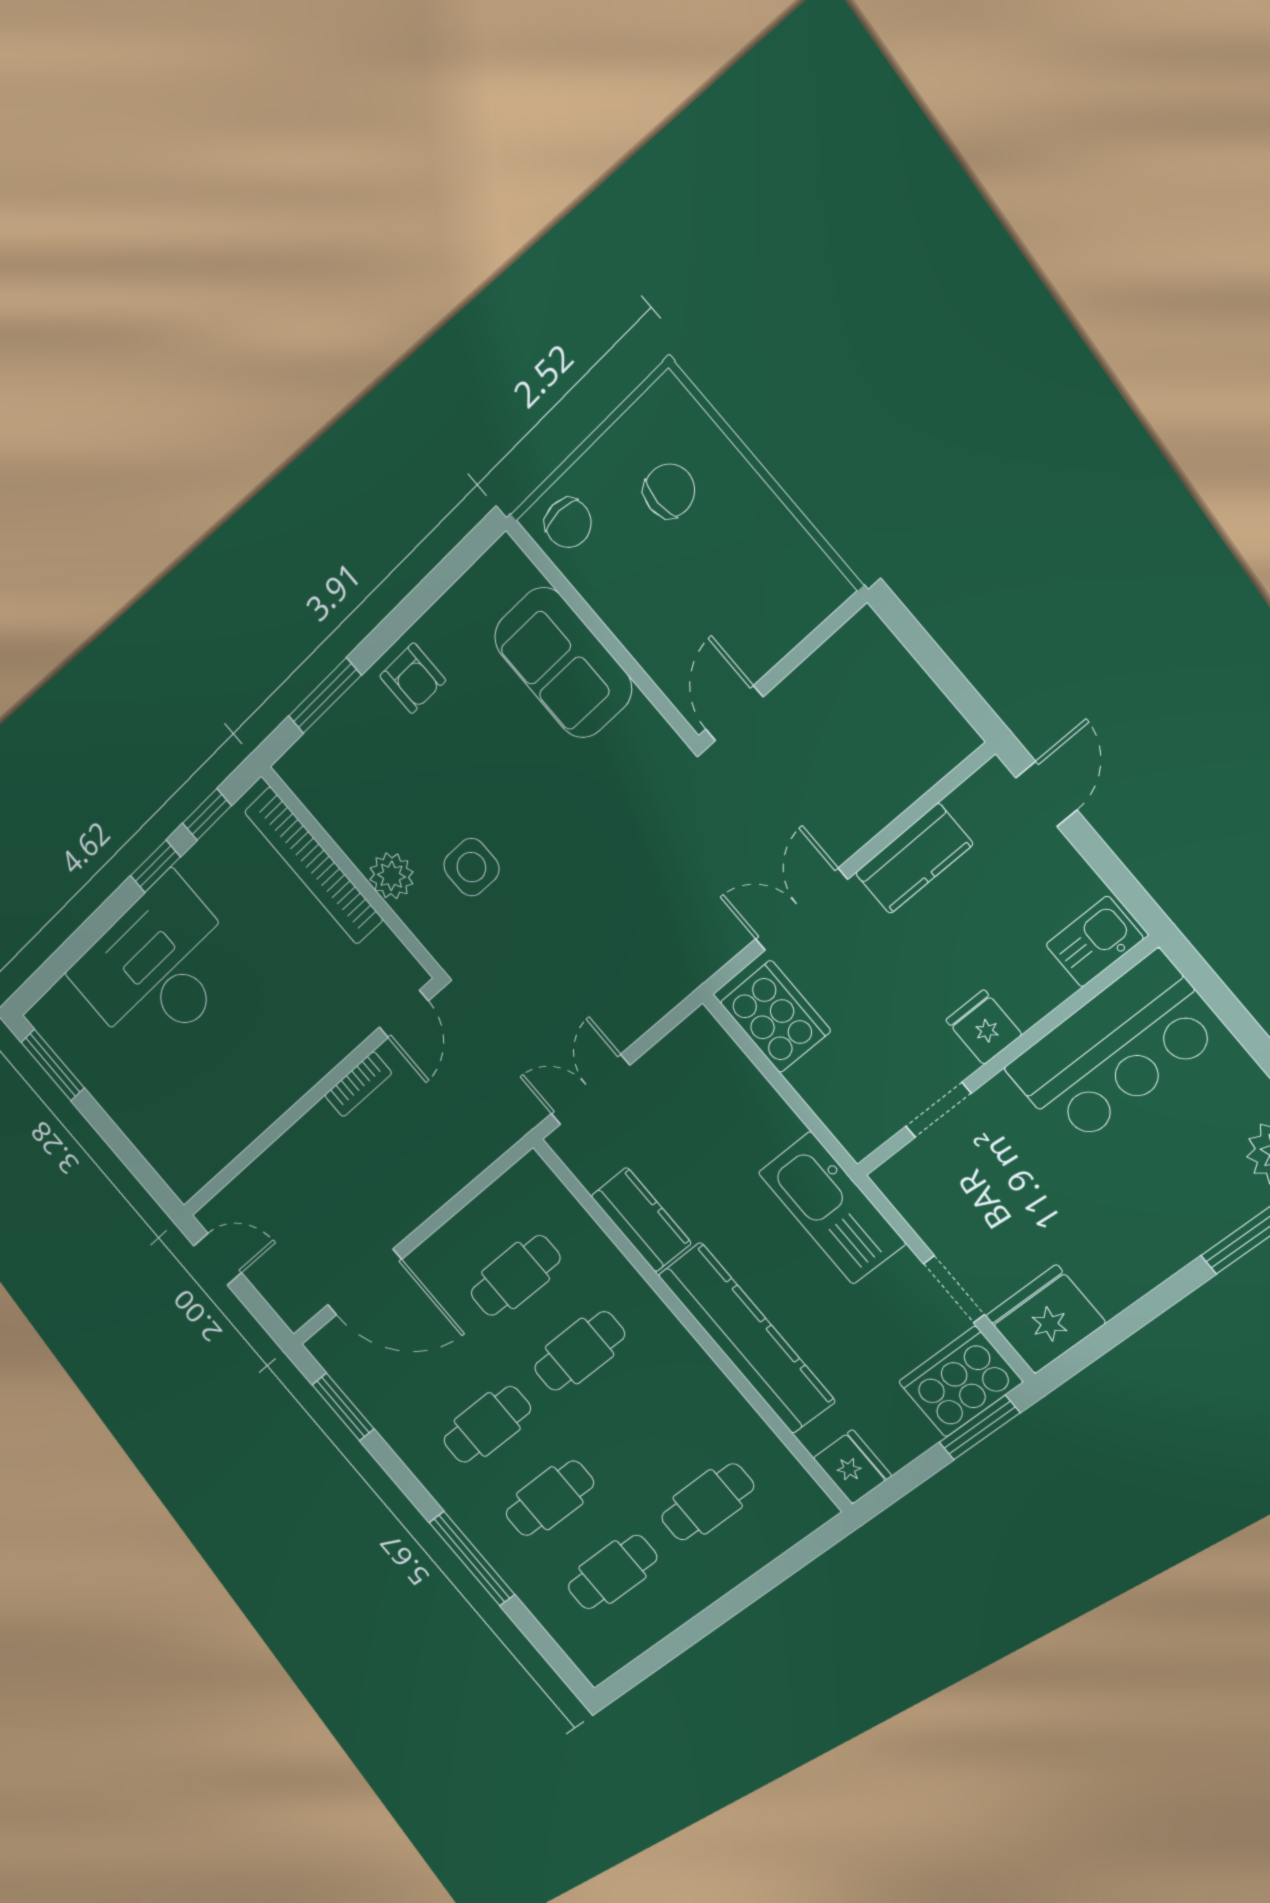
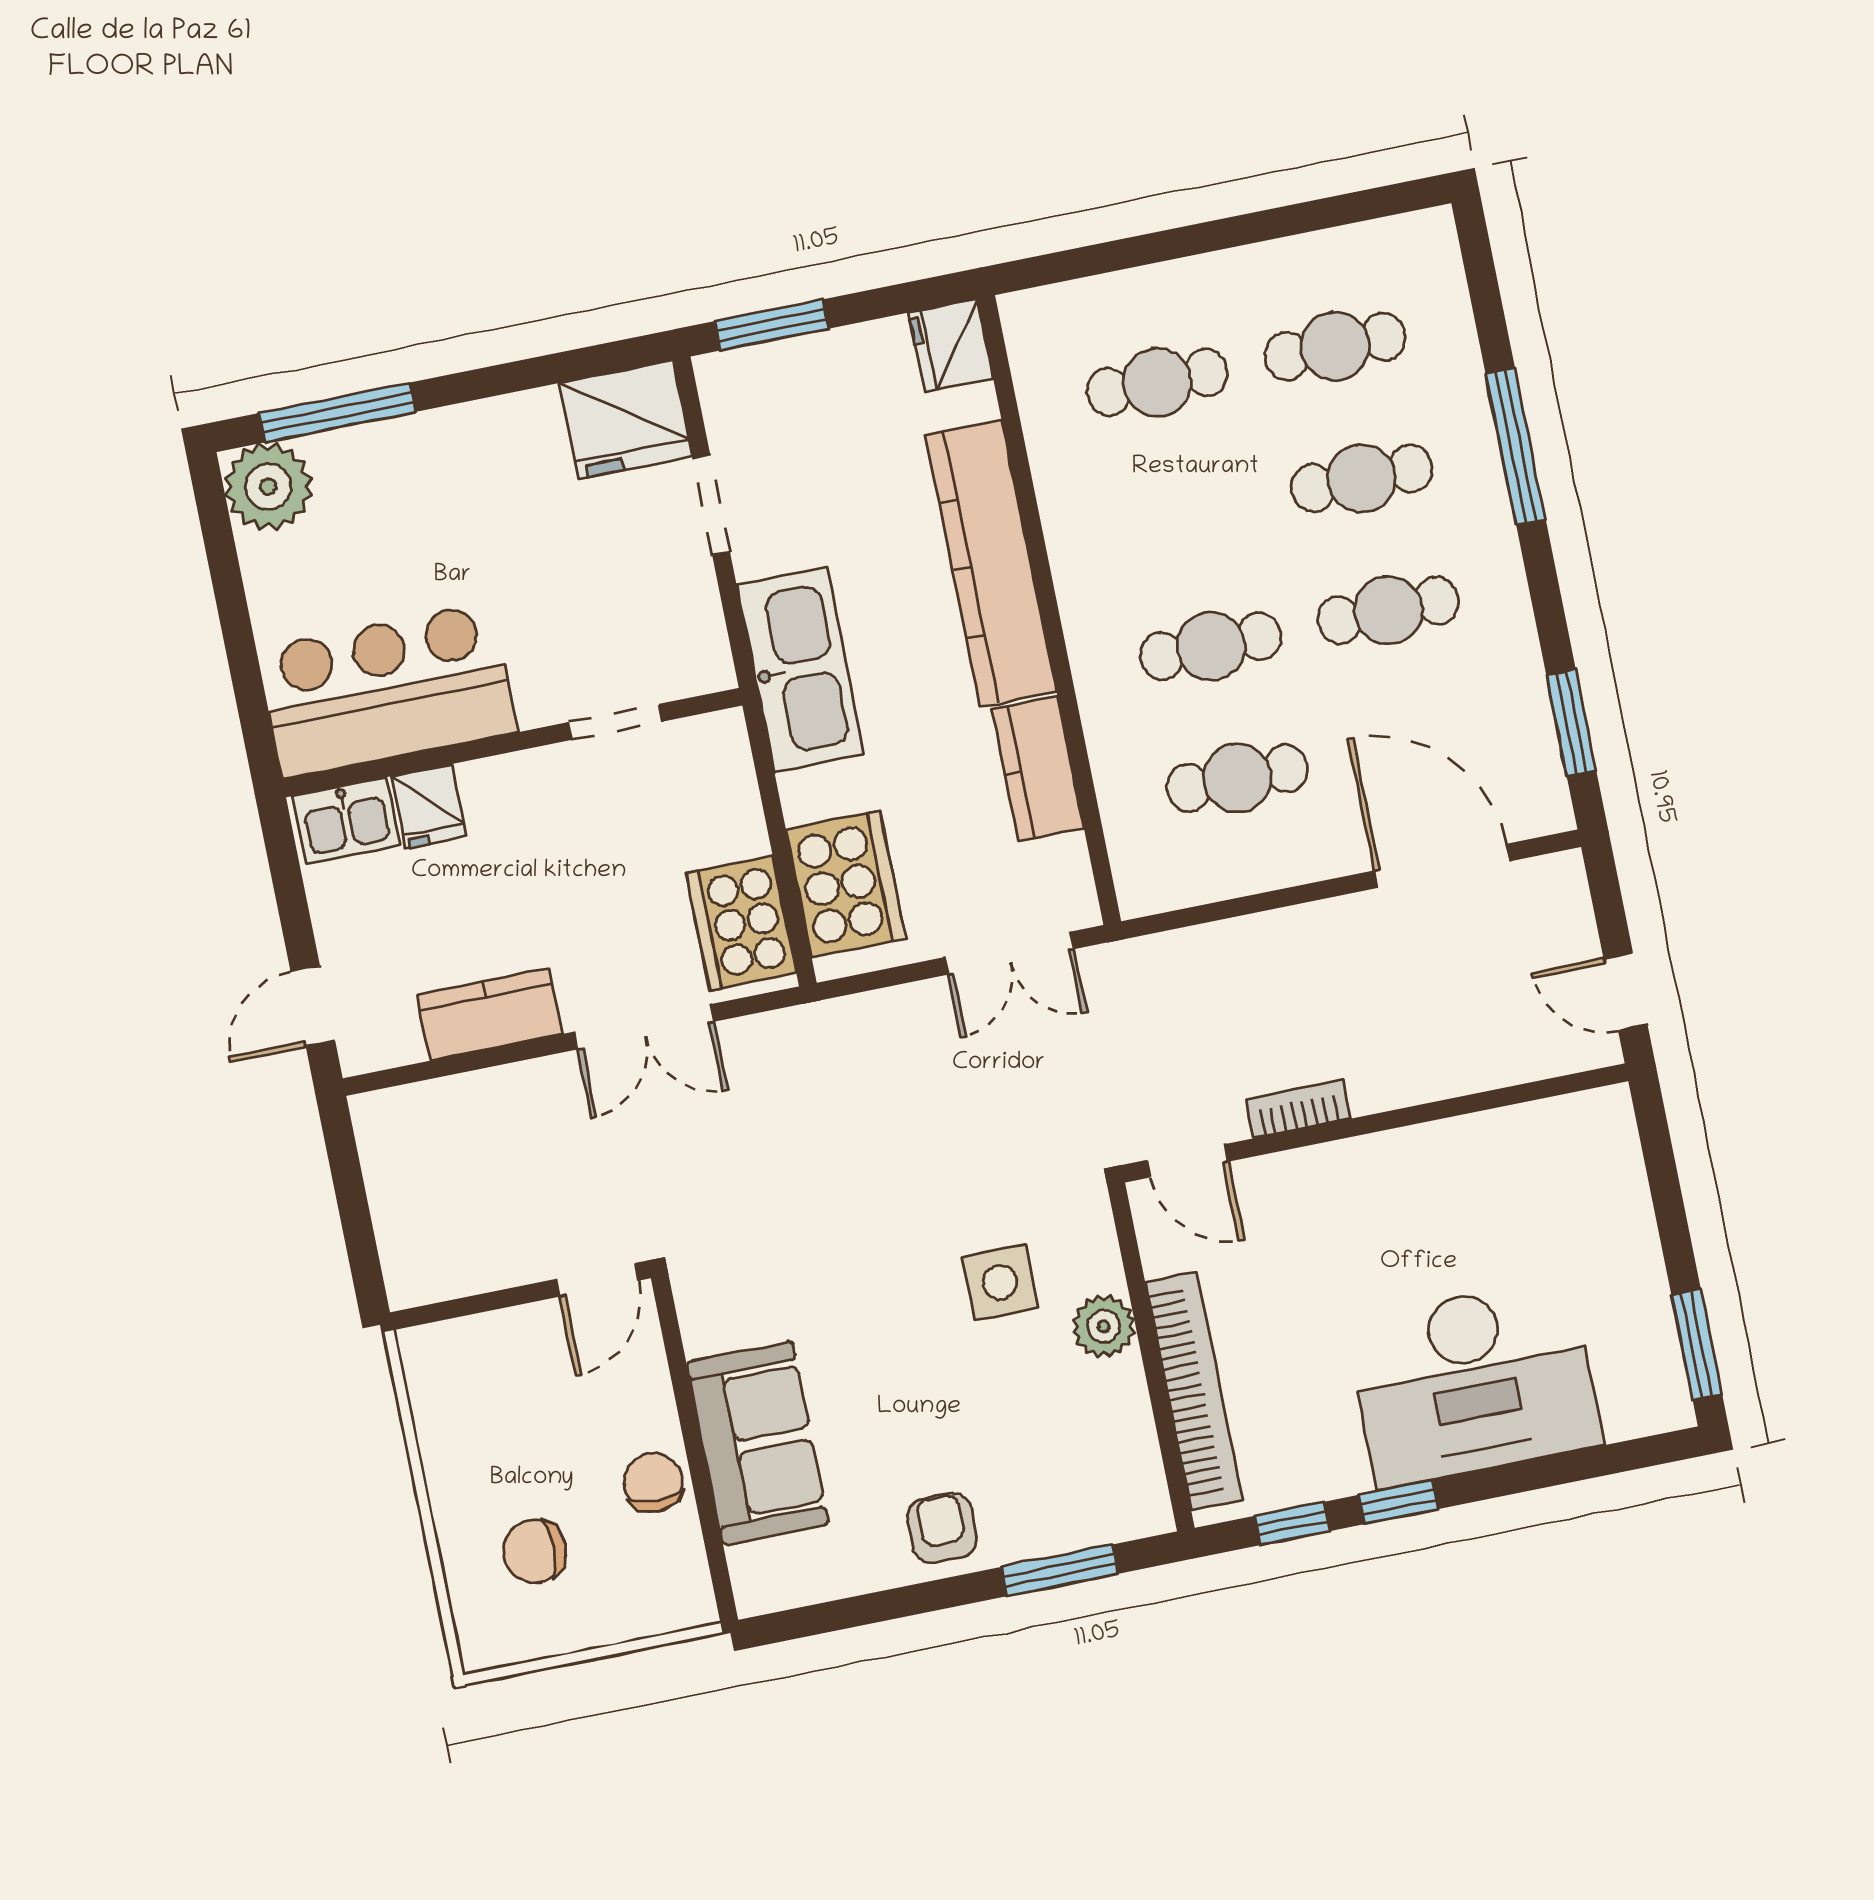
chair: (568, 523) -> (653, 1483), moved
door: (404, 1014) -> (1188, 1161), swing flipped
fridge: (984, 1027) -> (429, 806), moved
cooker: (960, 1382) -> (846, 884), moved, turned -90

